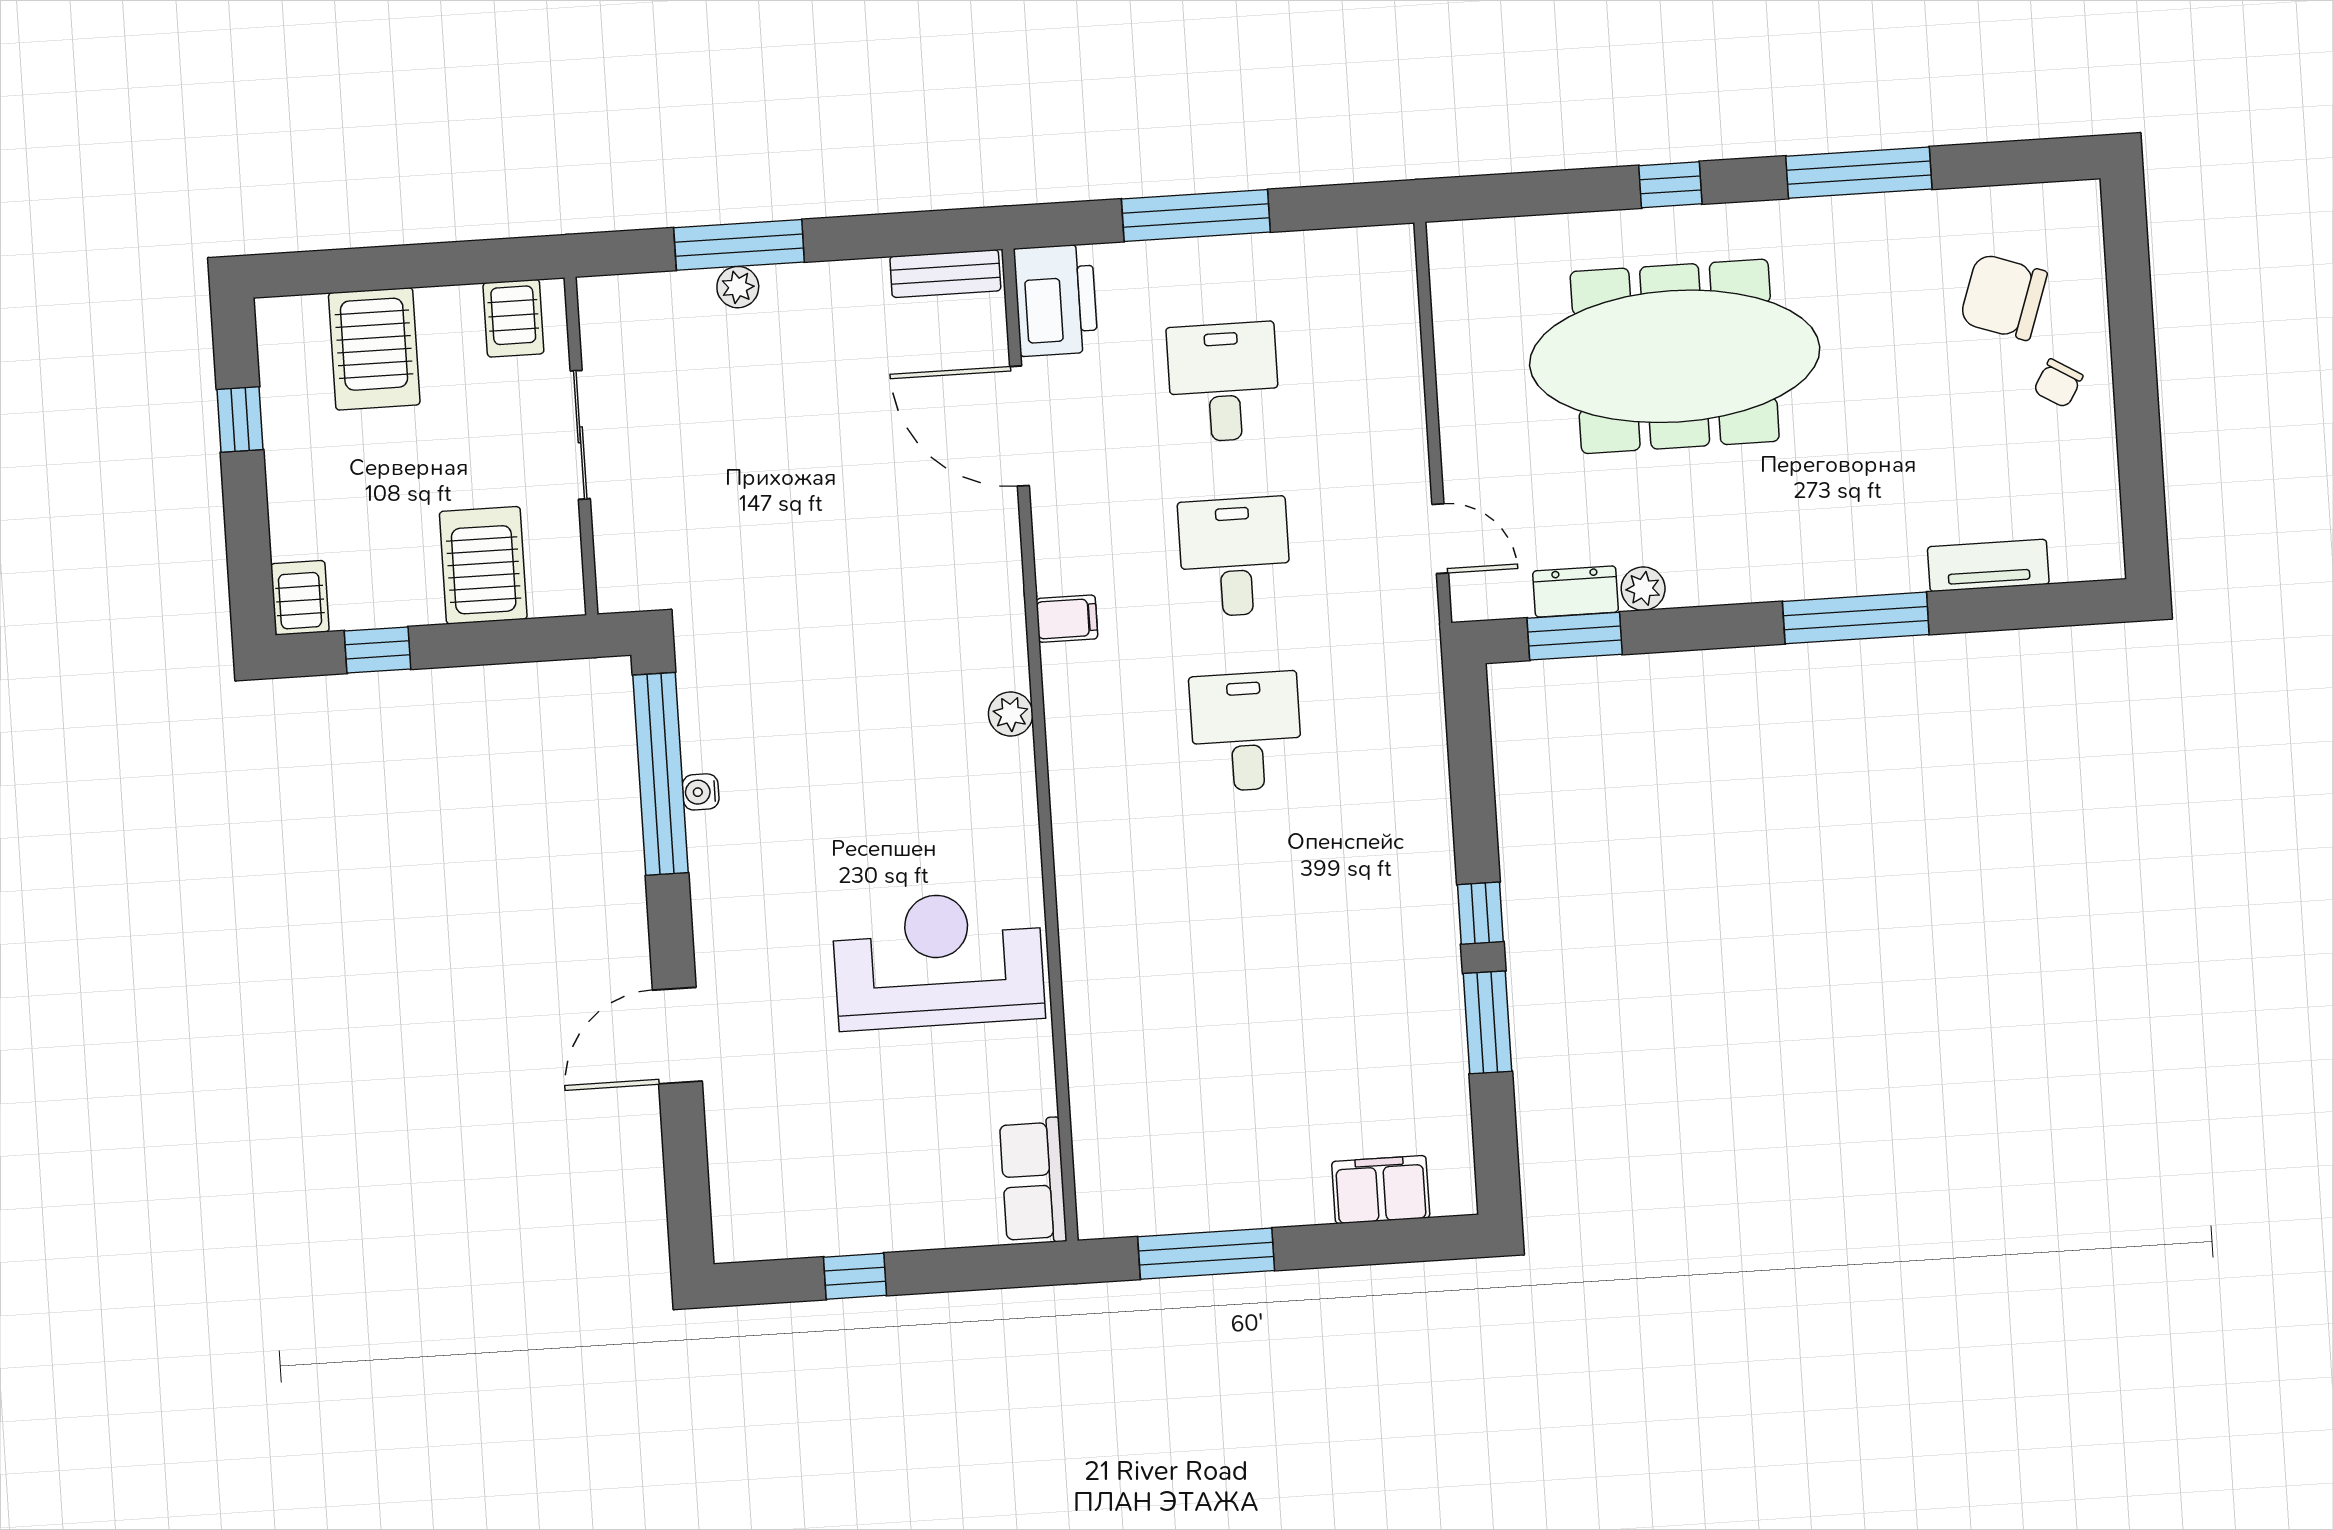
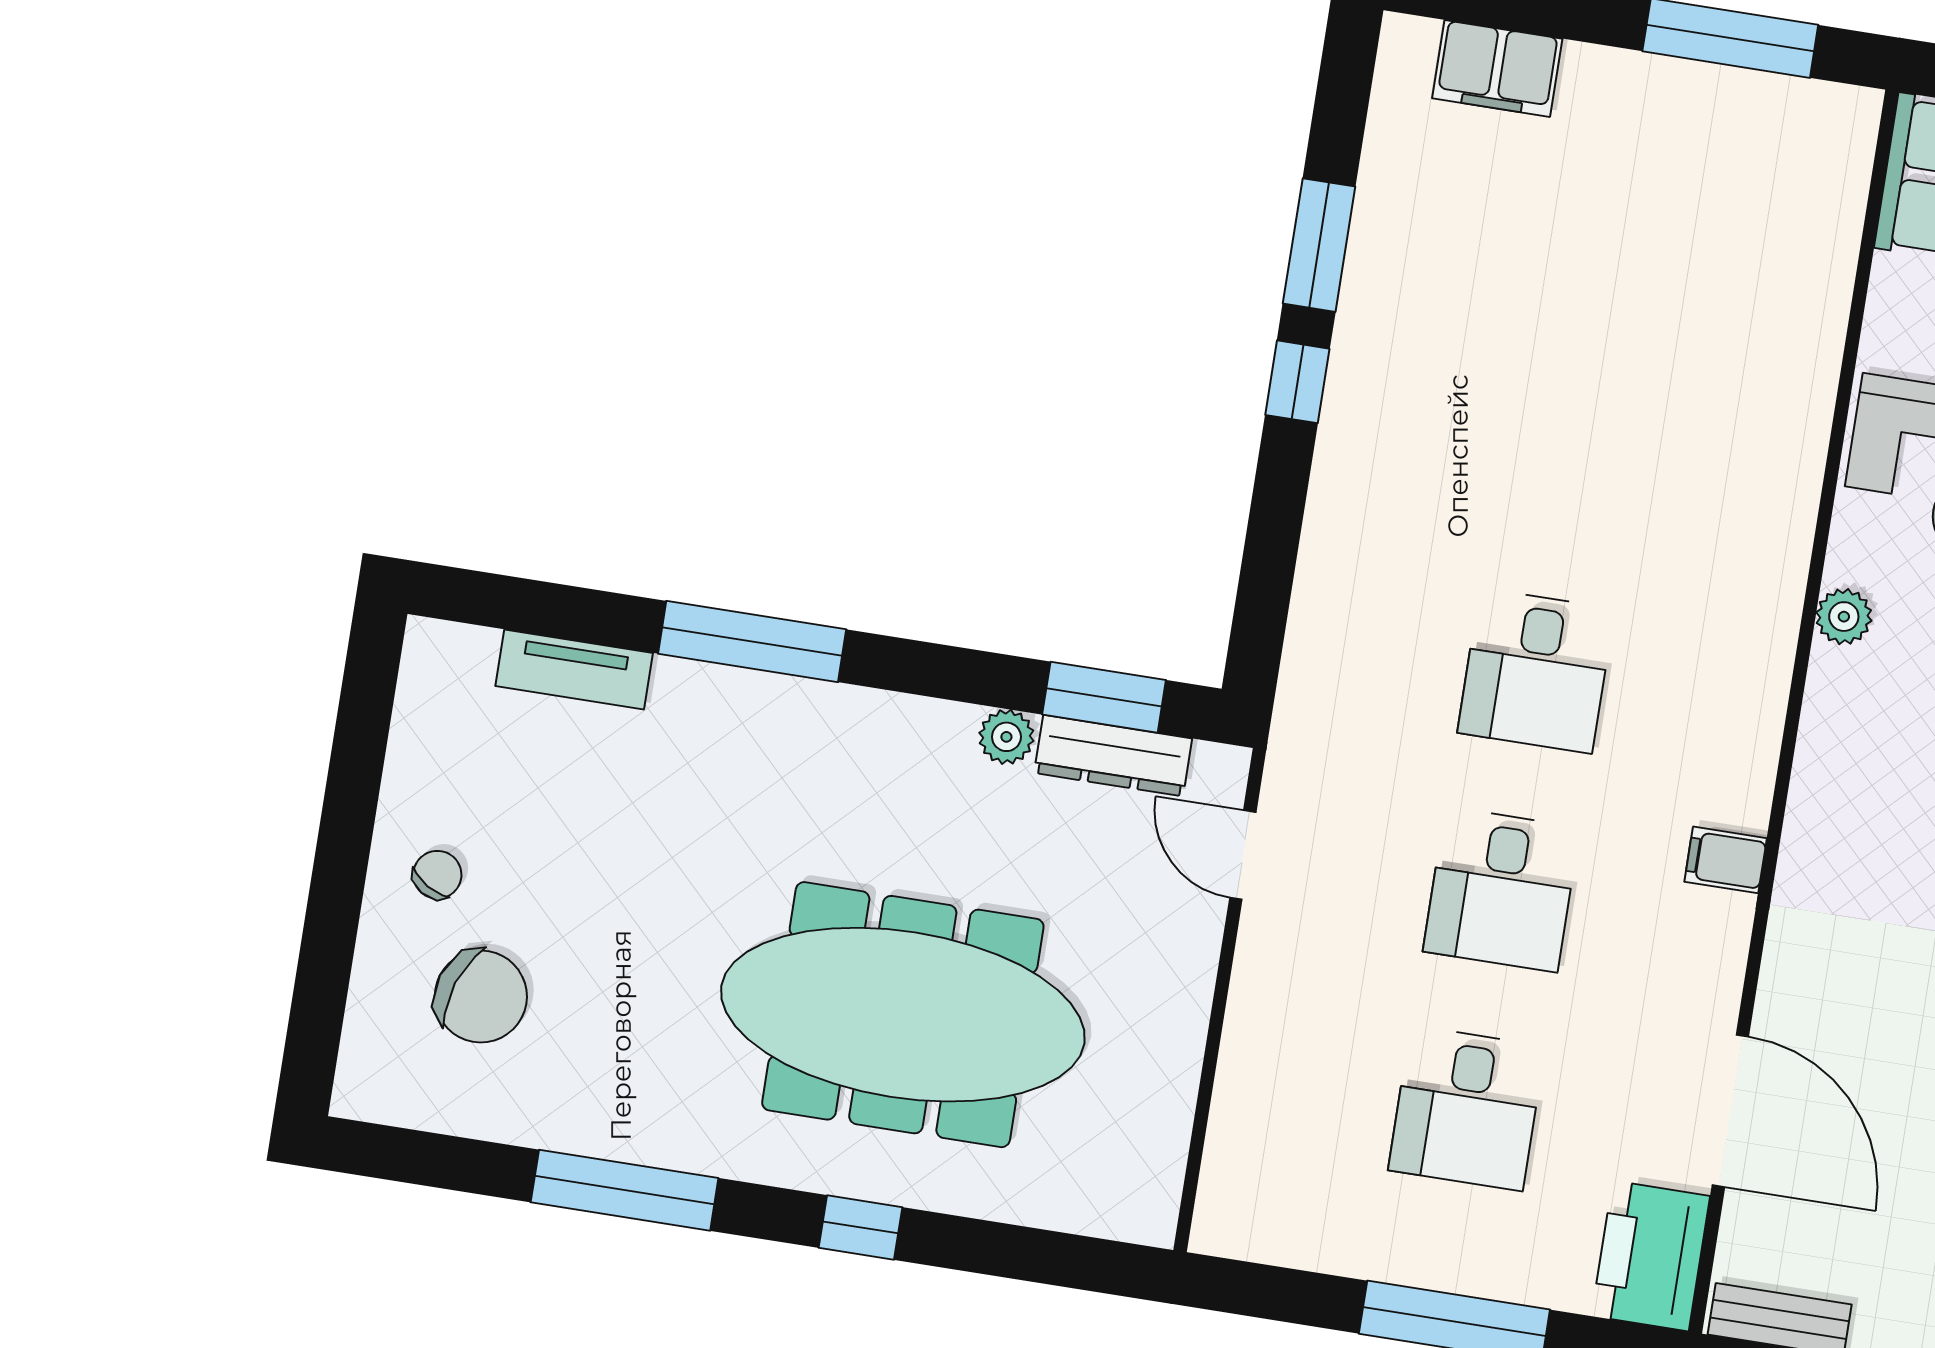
dresser: (1576, 591) -> (1113, 756), width x1.44
plant: (1011, 714) -> (1844, 617), moved

